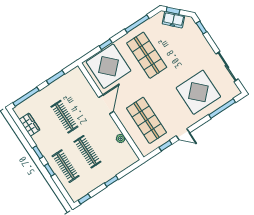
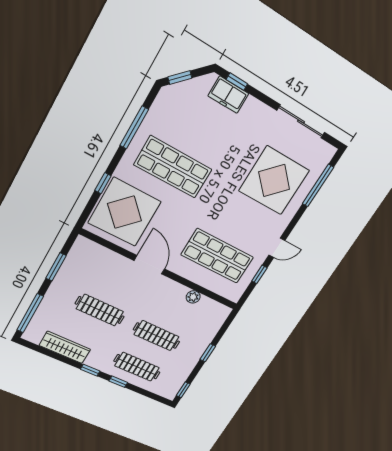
freezer: (173, 20) -> (228, 95), moved, turned 45
wardrobe: (29, 125) -> (65, 347), width x1.50

